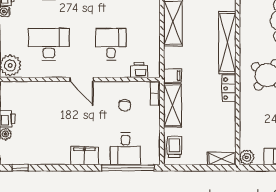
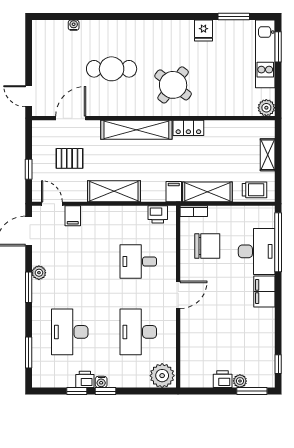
printer: (139, 70) -> (158, 214), moved, turned -90
chair: (125, 105) -> (207, 246), width x1.87, depth x1.87
trolley: (174, 147) -> (255, 190), turned 180
desk: (125, 149) -> (257, 251), width x1.37
shelving: (222, 158) -> (268, 155), moved

